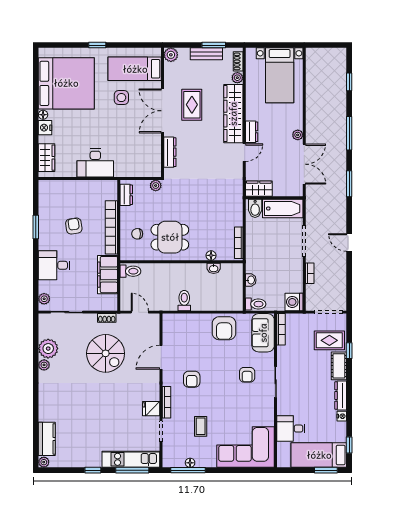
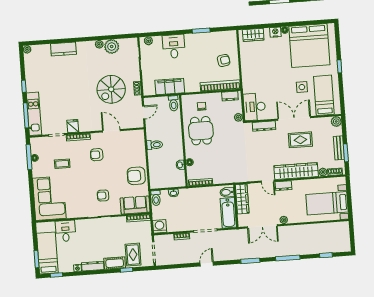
desk: (95, 163) -> (254, 107), moved
wardrobe: (259, 189) -> (242, 199), width x1.50
armchair: (74, 226) -> (224, 60), moved
bookcase: (111, 227) -> (220, 86), moved
kitchen counter: (47, 439) -> (63, 49), moved

